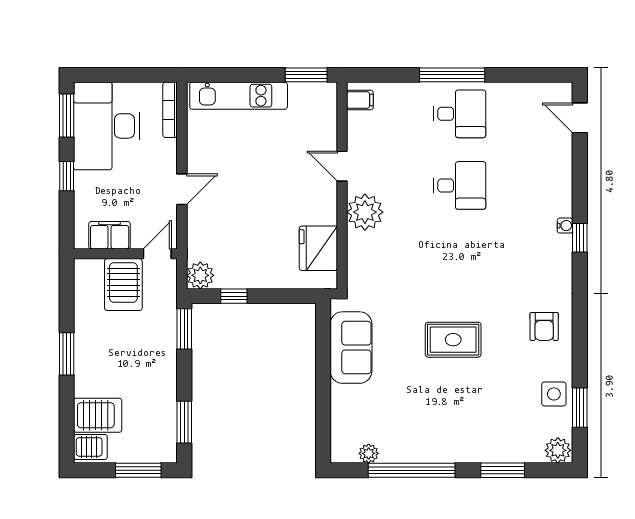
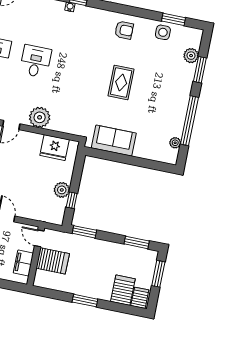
plant: (200, 275) -> (62, 190), moved
plant: (558, 450) -> (191, 56), moved

